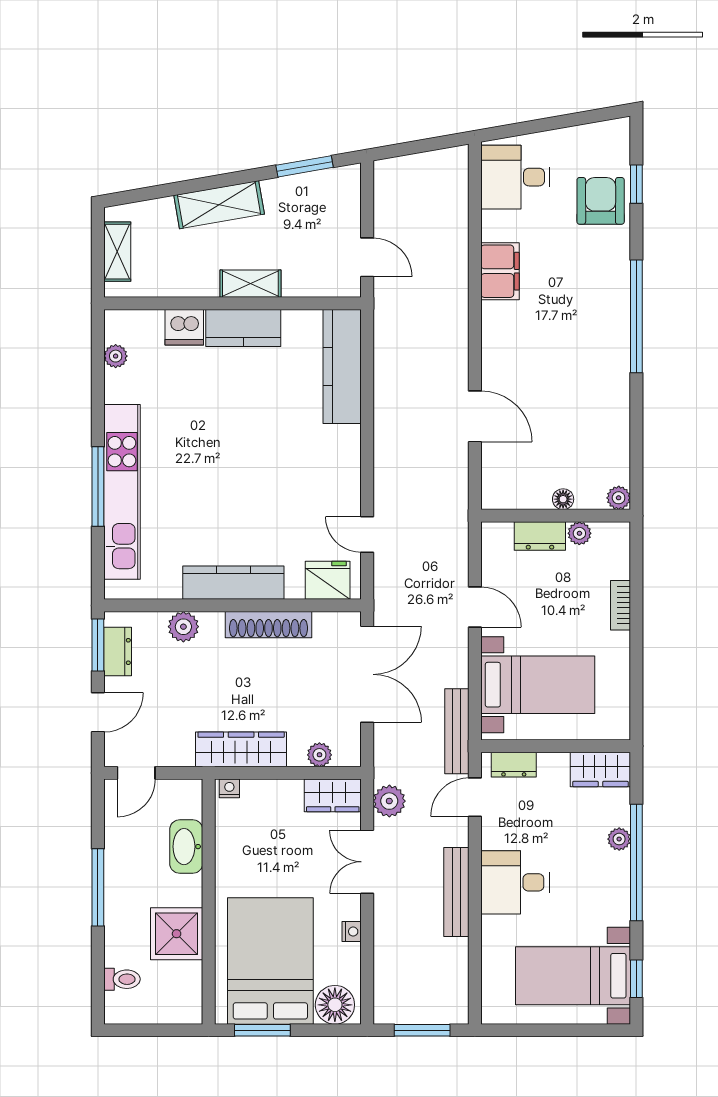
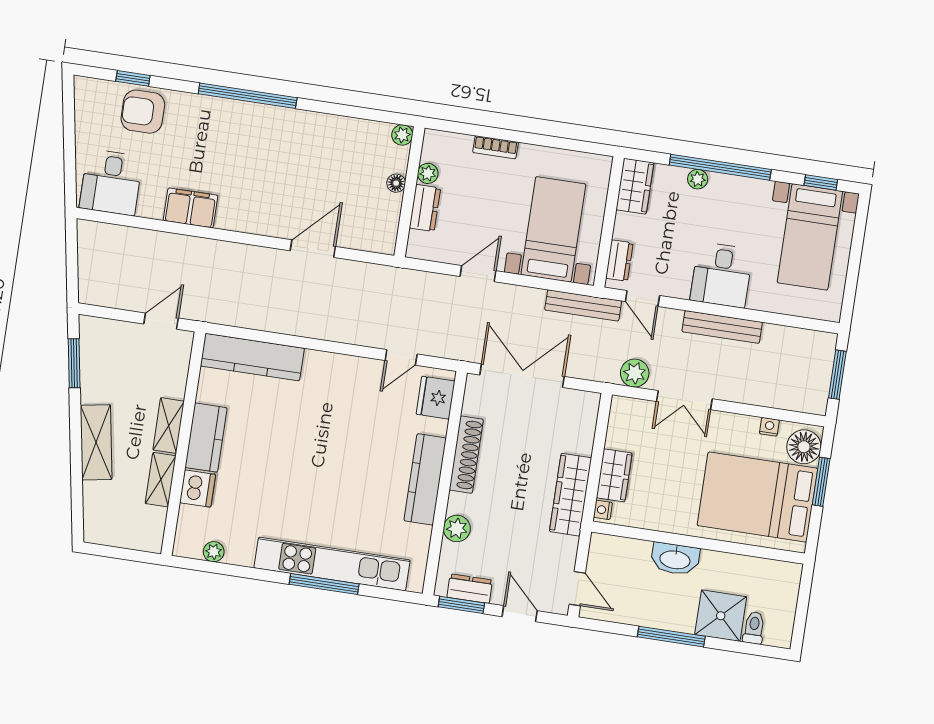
shelving: (117, 252) -> (161, 480), moved, turned 90
plant: (319, 755) -> (585, 427), removed
wardrobe: (333, 795) -> (614, 475), moved
washbasin: (186, 847) -> (675, 559), moved
nightstand: (352, 932) -> (769, 427), moved
shower: (177, 934) -> (721, 616), moved
window: (262, 1030) -> (821, 482), moved

